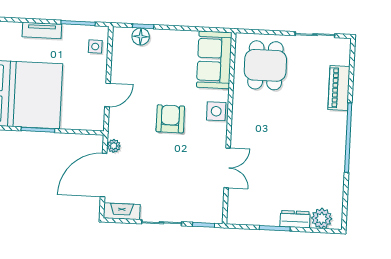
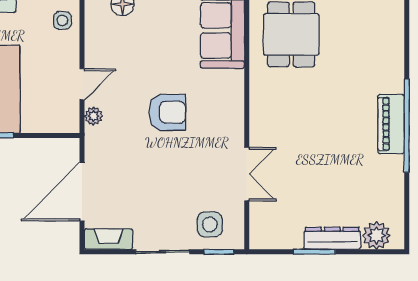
piano: (339, 88) -> (391, 124), moved
side table: (216, 111) -> (210, 224), moved
armchair: (170, 119) -> (167, 112), turned 90
plant: (114, 146) -> (94, 116), moved
dresser: (295, 219) -> (332, 238), width x1.44

